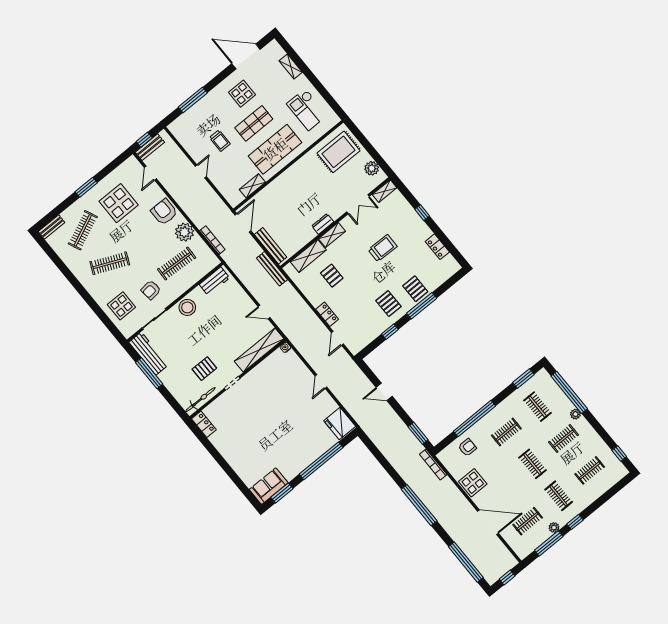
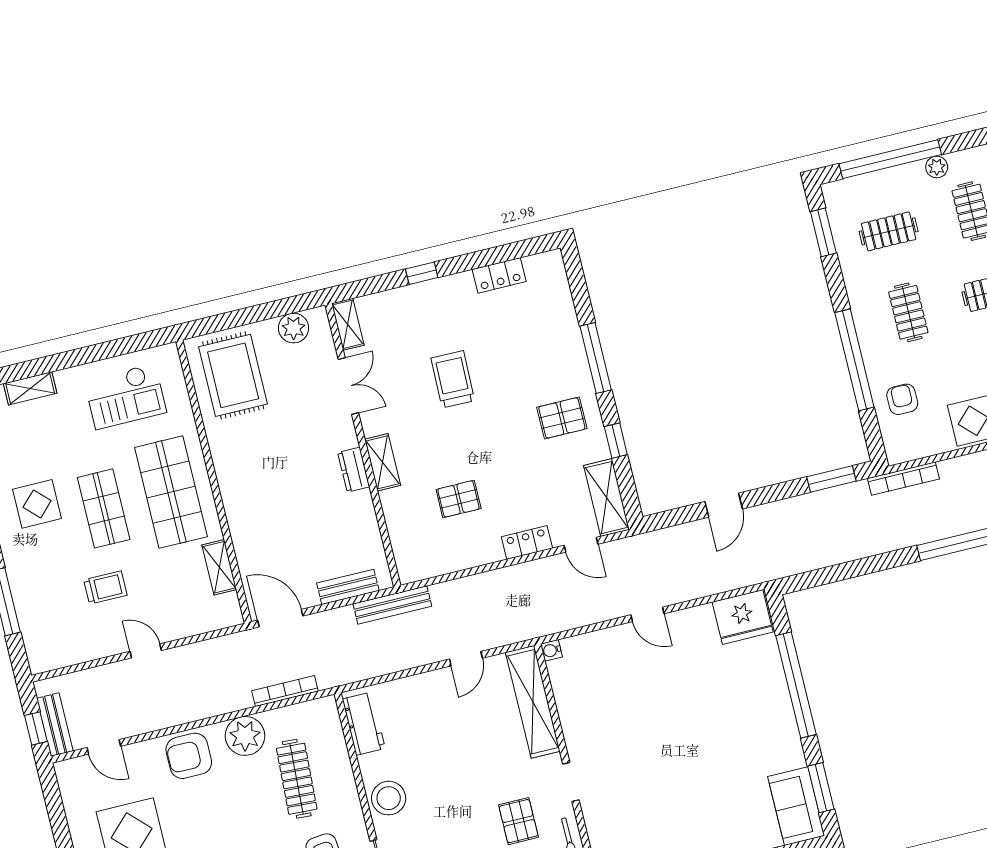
bench: (271, 246) -> (348, 587), width x0.73
shelving: (308, 256) -> (607, 498), moved
pallet: (415, 289) -> (558, 354), removed

